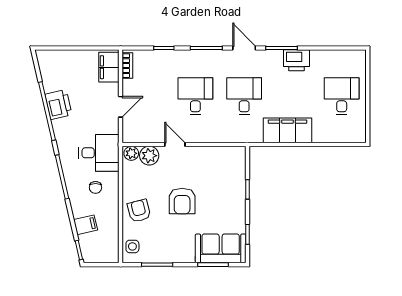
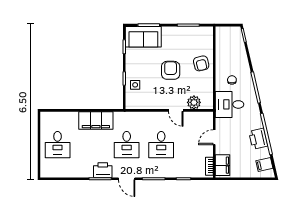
printer: (296, 60) -> (103, 170), moved
plant: (131, 153) -> (207, 104), removed
filing cabinet: (86, 225) -> (264, 164), moved
side table: (132, 246) -> (135, 85), moved

